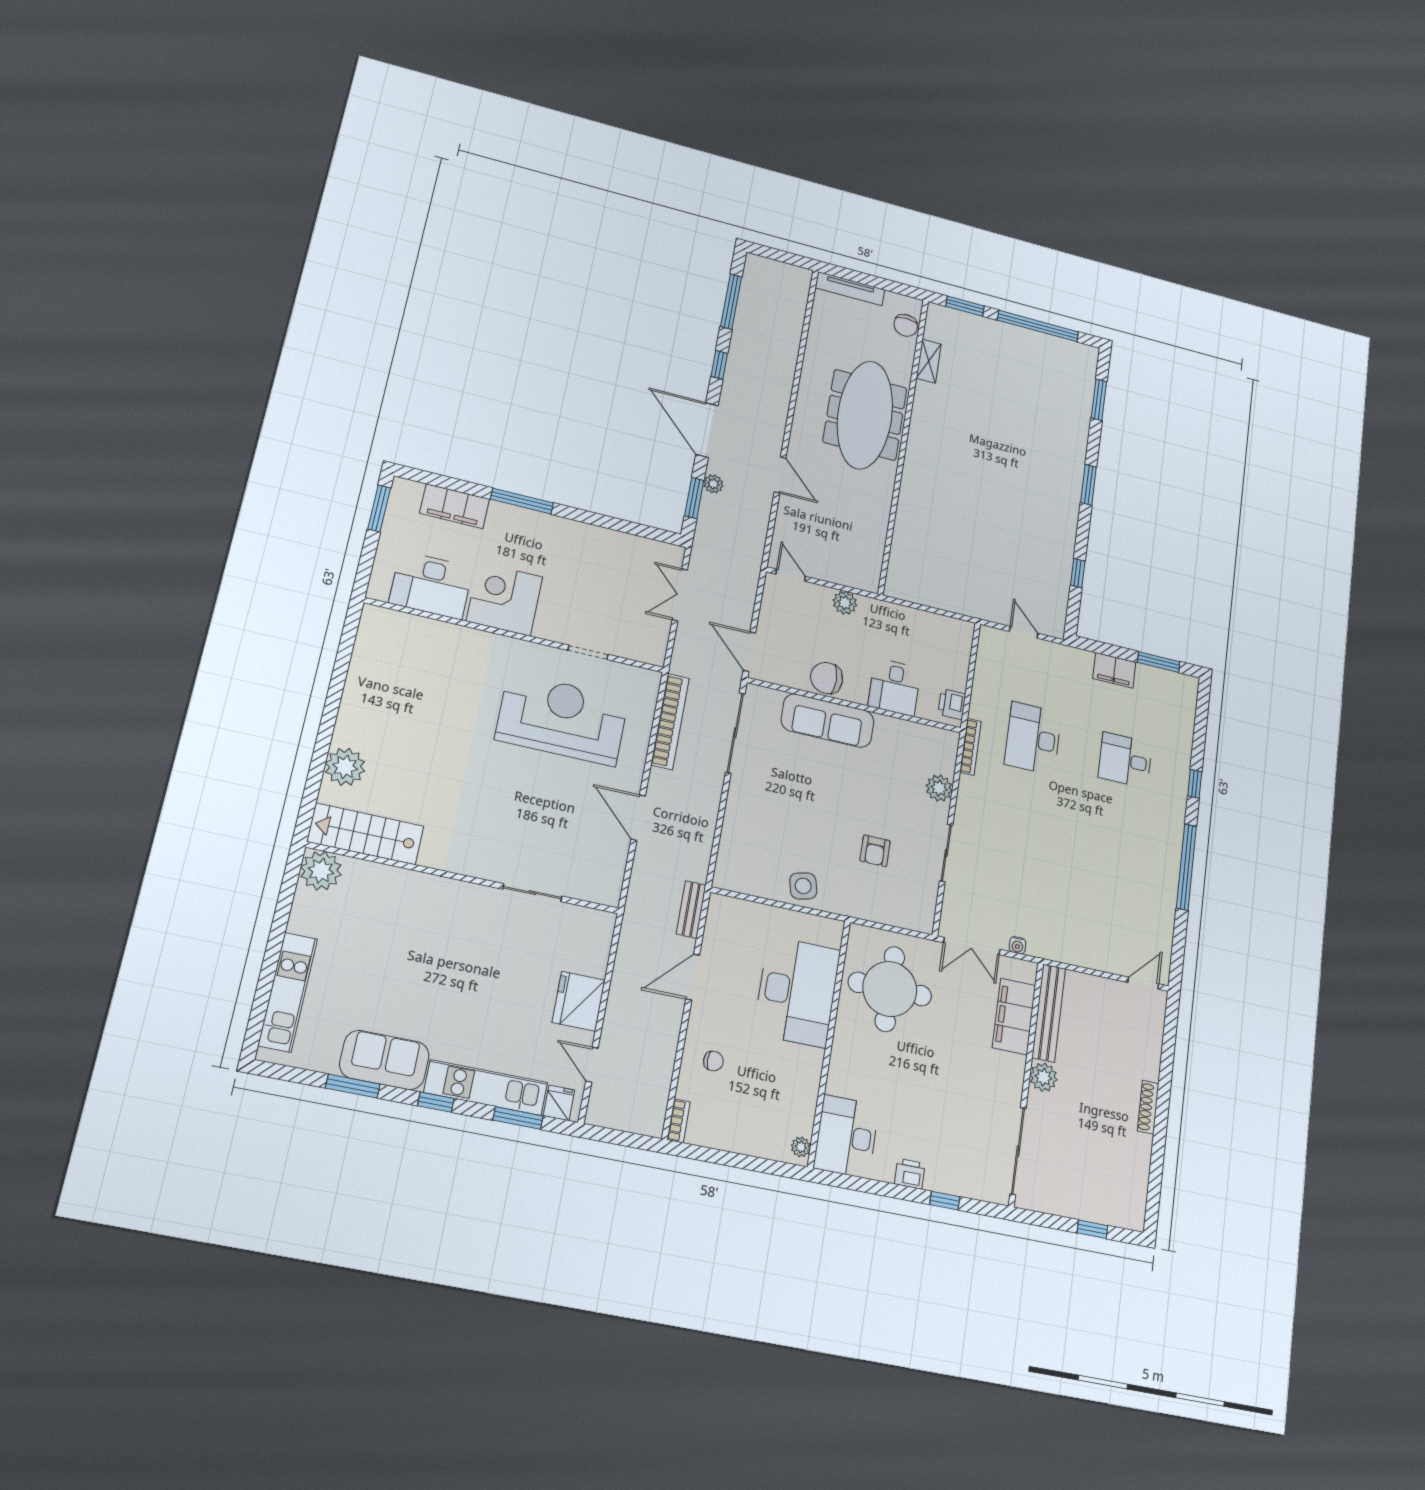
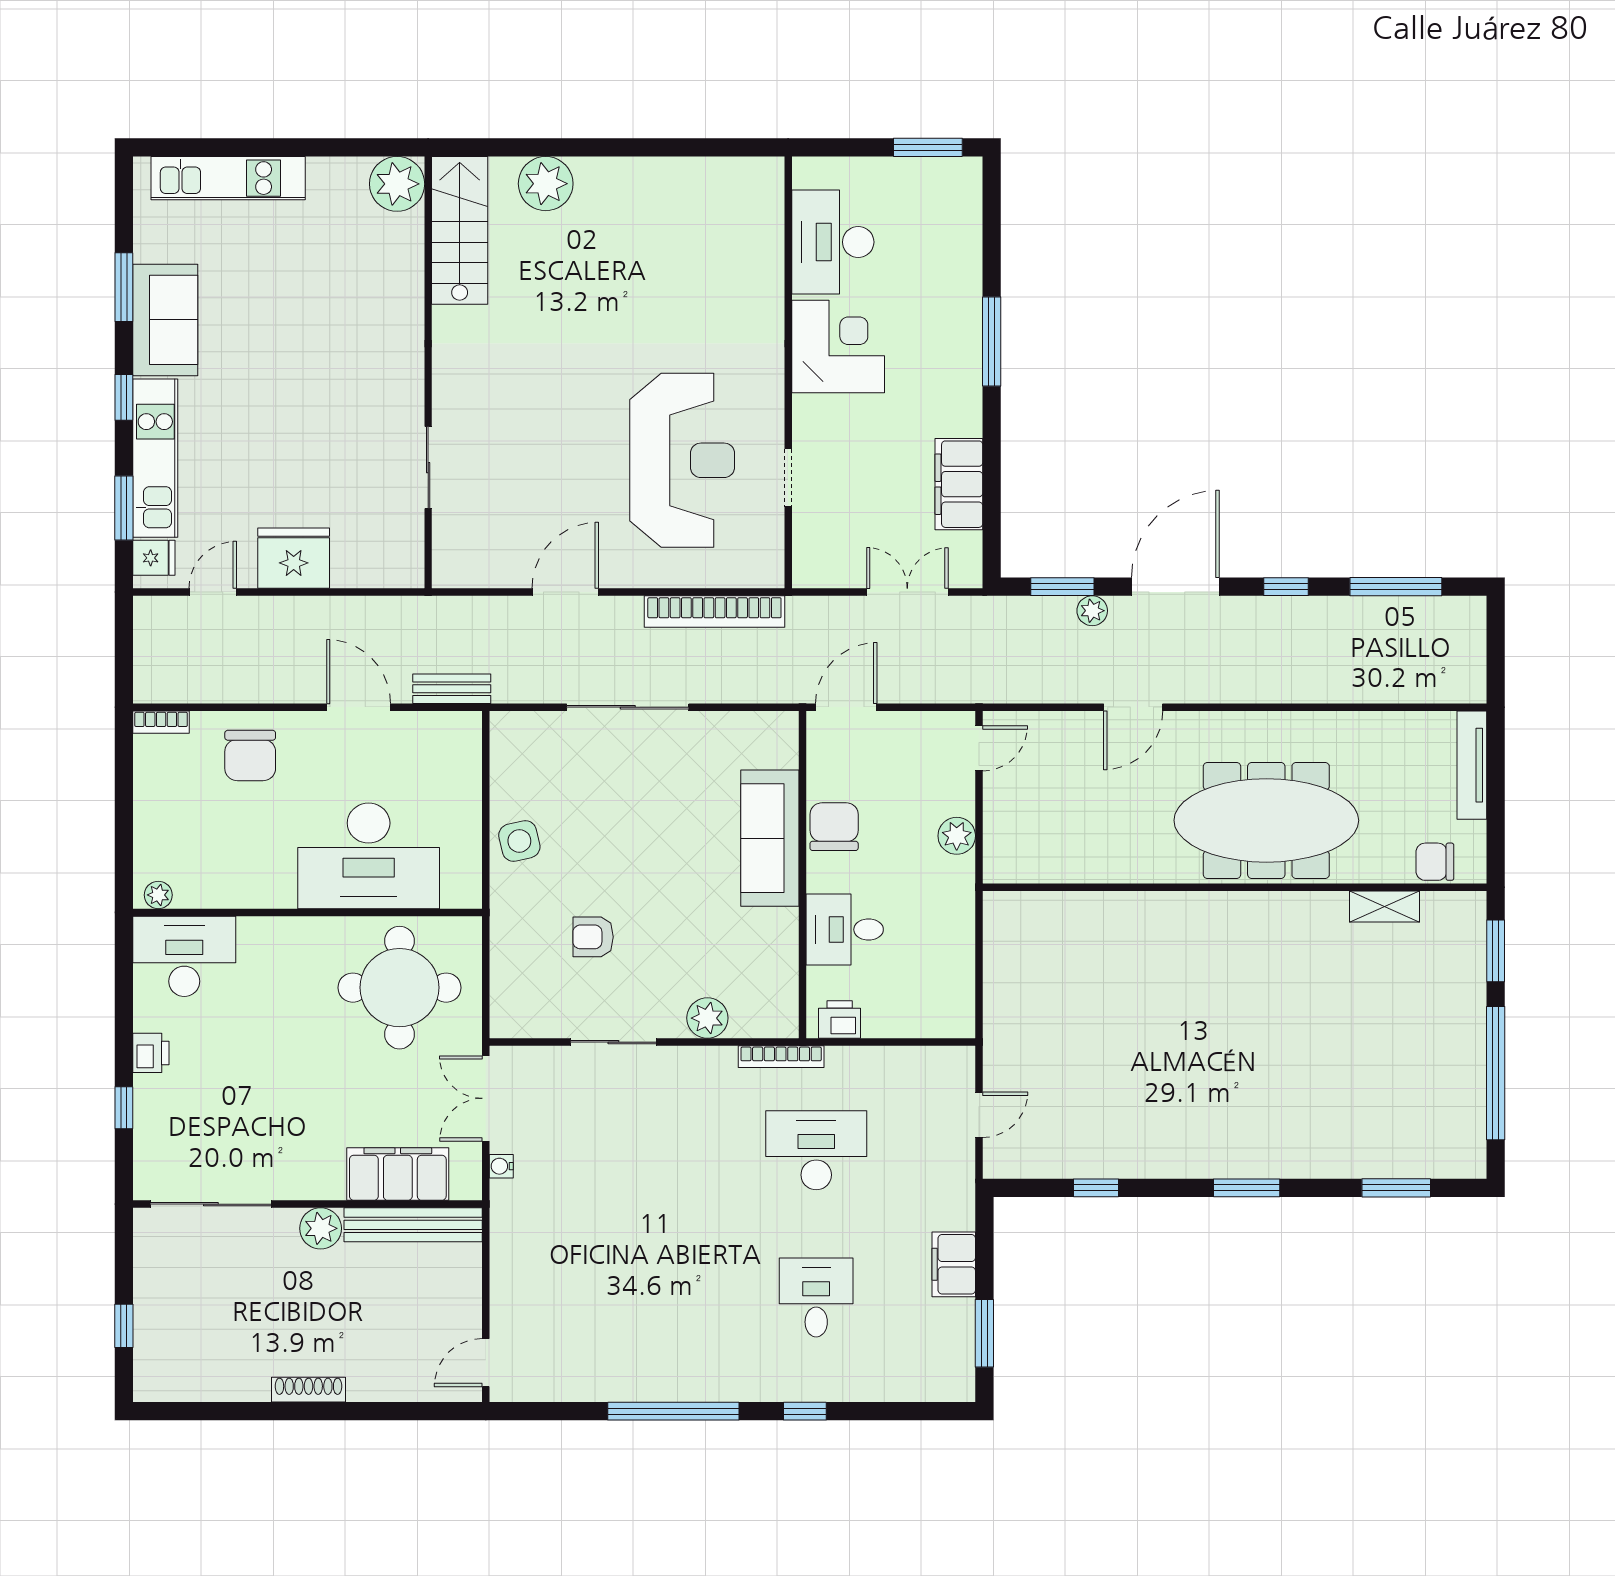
filing cabinet: (455, 506) -> (959, 484), moved
sliding door: (735, 733) -> (628, 707), moved
door: (1143, 983) -> (486, 1363), swing flipped
chair: (713, 1061) -> (250, 755), width x1.87, depth x1.87

